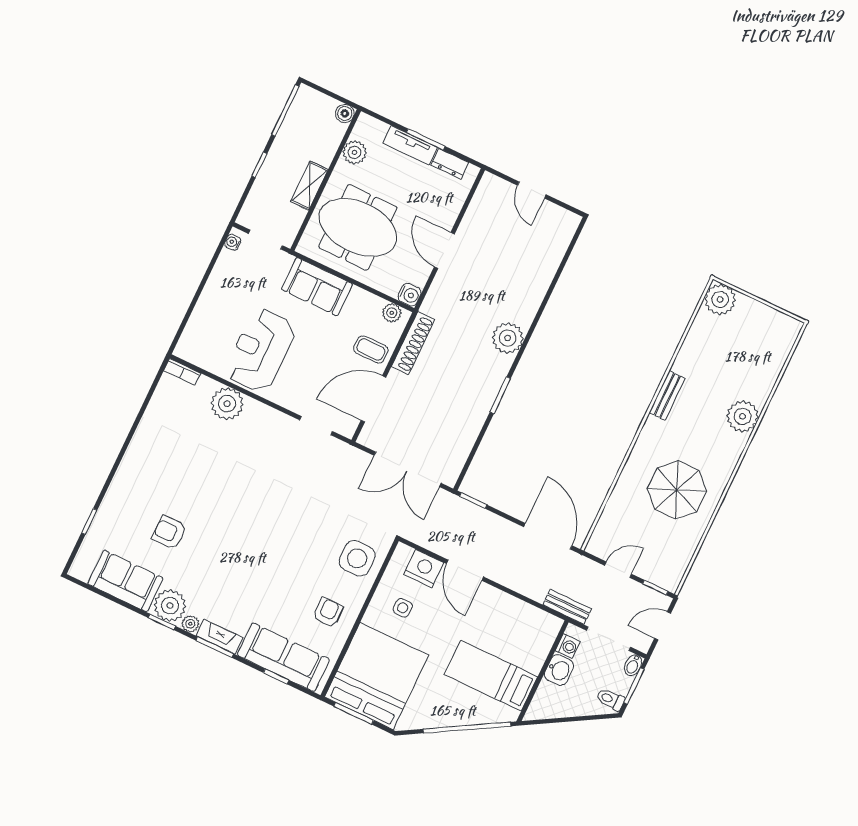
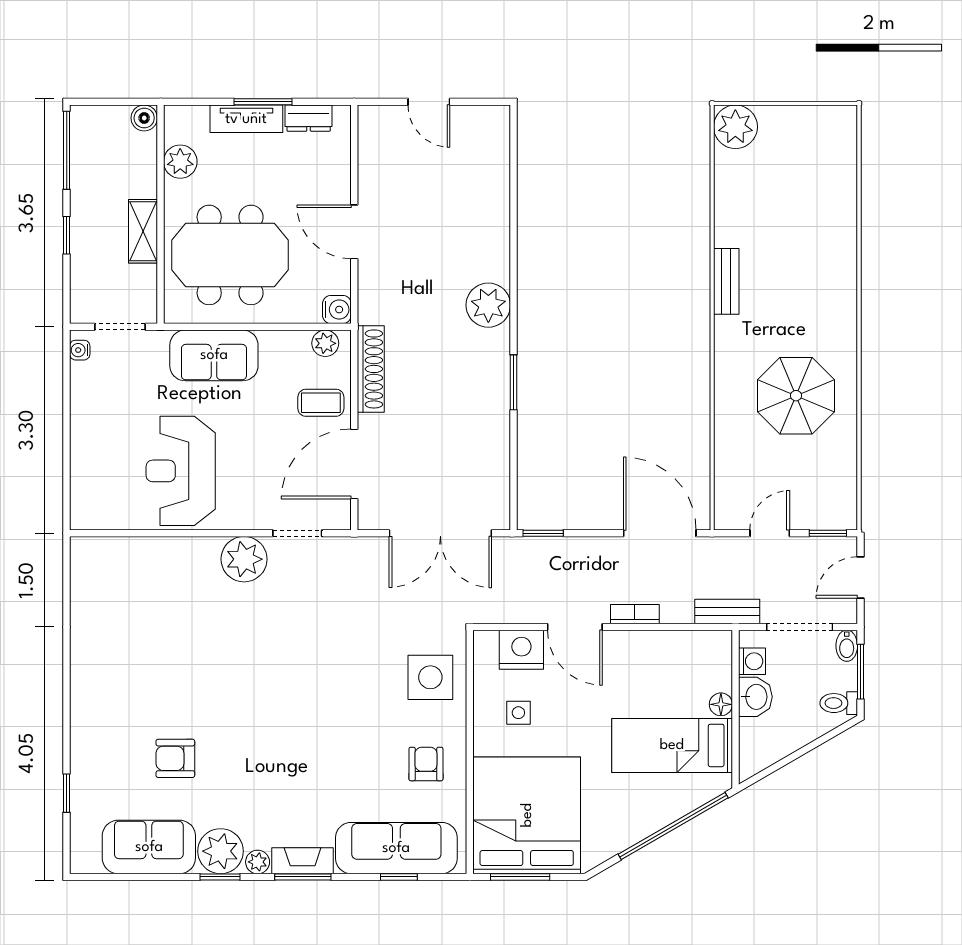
bookcase: (182, 372) -> (635, 614), moved, turned 180
plant: (227, 404) -> (244, 559), moved
plant: (743, 416) -> (835, 262), removed
floor lamp: (535, 664) -> (721, 704), added

